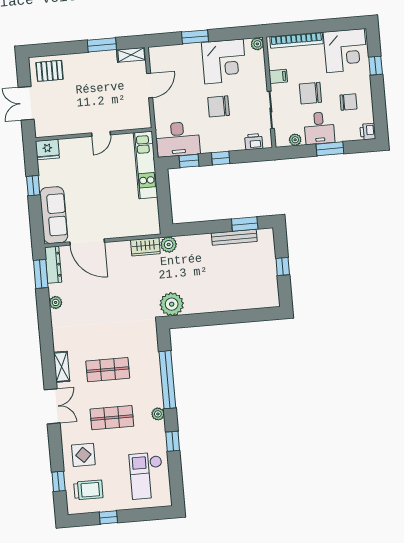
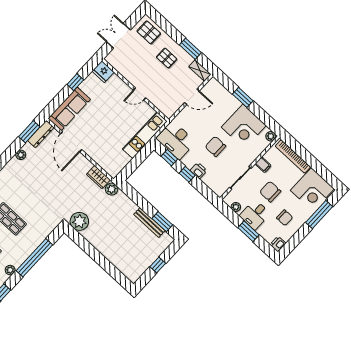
window: (376, 66) -> (319, 214), width x2.17
pallet: (90, 76) -> (167, 58), added
printer: (254, 142) -> (199, 171), moved

